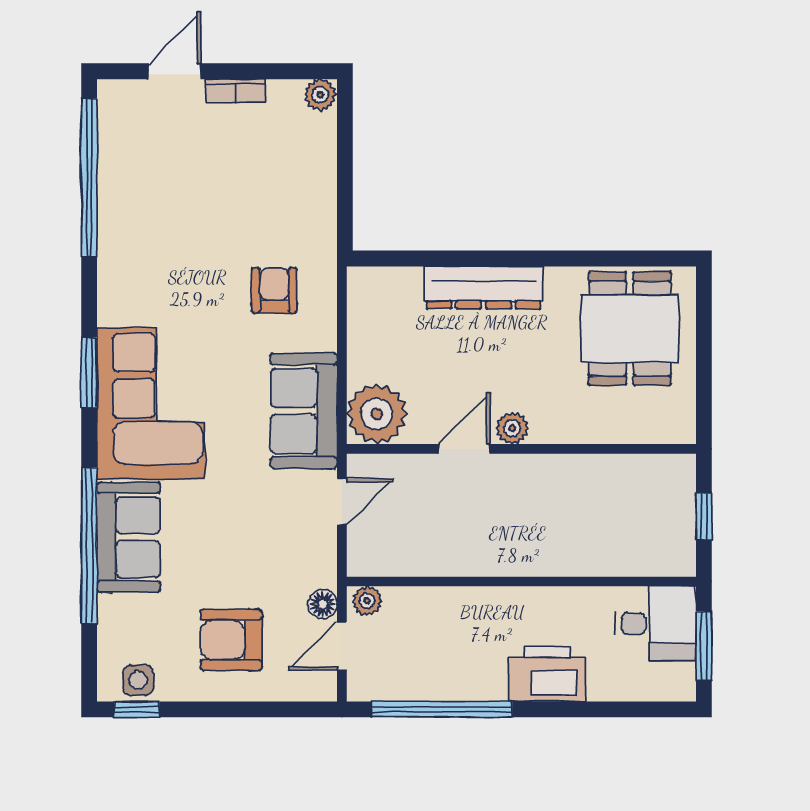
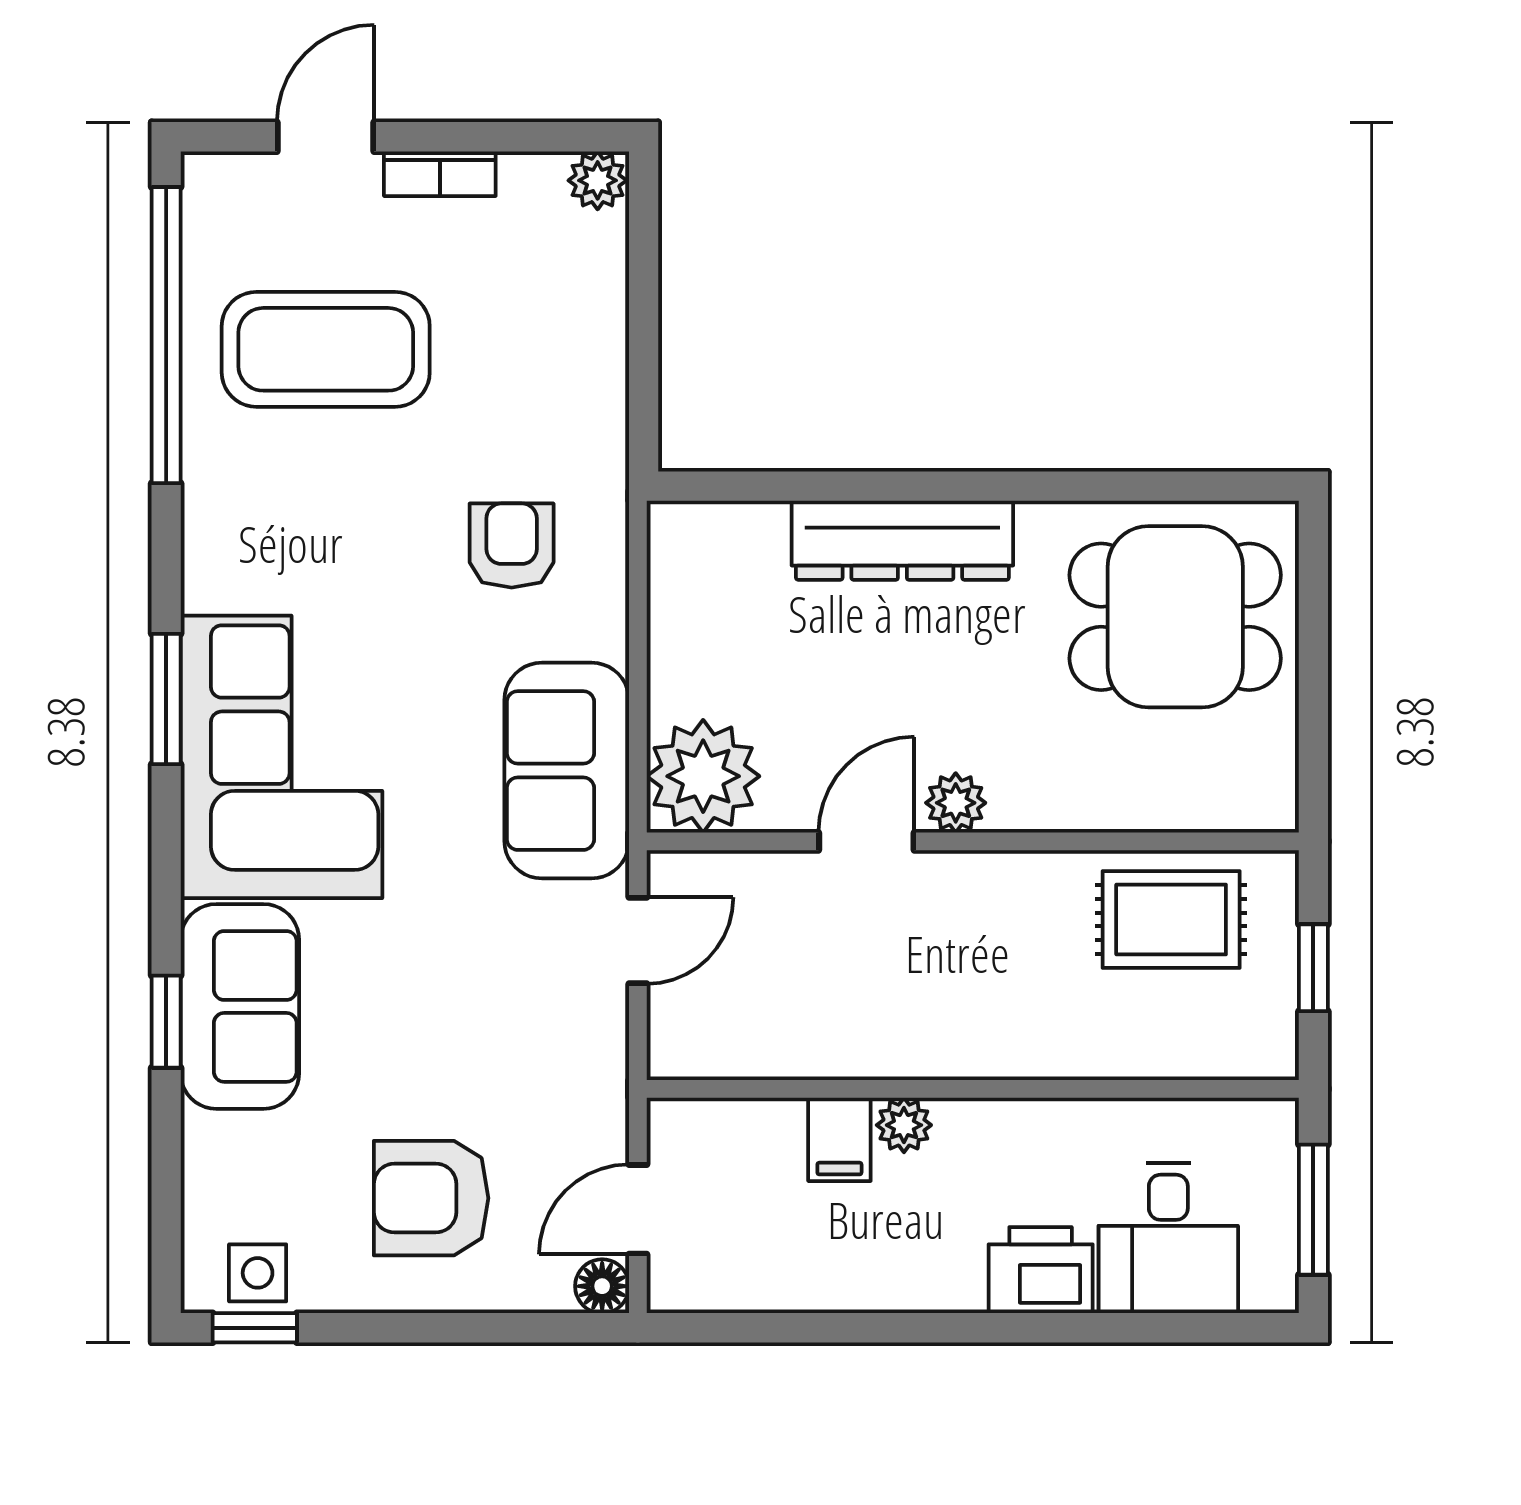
coffee table: (175, 185) -> (326, 349), added
dining table: (630, 328) -> (1175, 617), turned 90
rug: (628, 491) -> (1171, 920), added
window: (89, 545) -> (166, 1022), width x0.32
plant: (367, 601) -> (904, 1125), moved
floor lamp: (323, 604) -> (602, 1286), moved
filing cabinet: (450, 608) -> (839, 1139), added
desk: (656, 624) -> (1168, 1238), moved, turned 90
printer: (547, 674) -> (1041, 1270), width x0.73, depth x0.84
window: (442, 709) -> (825, 1328), removed

